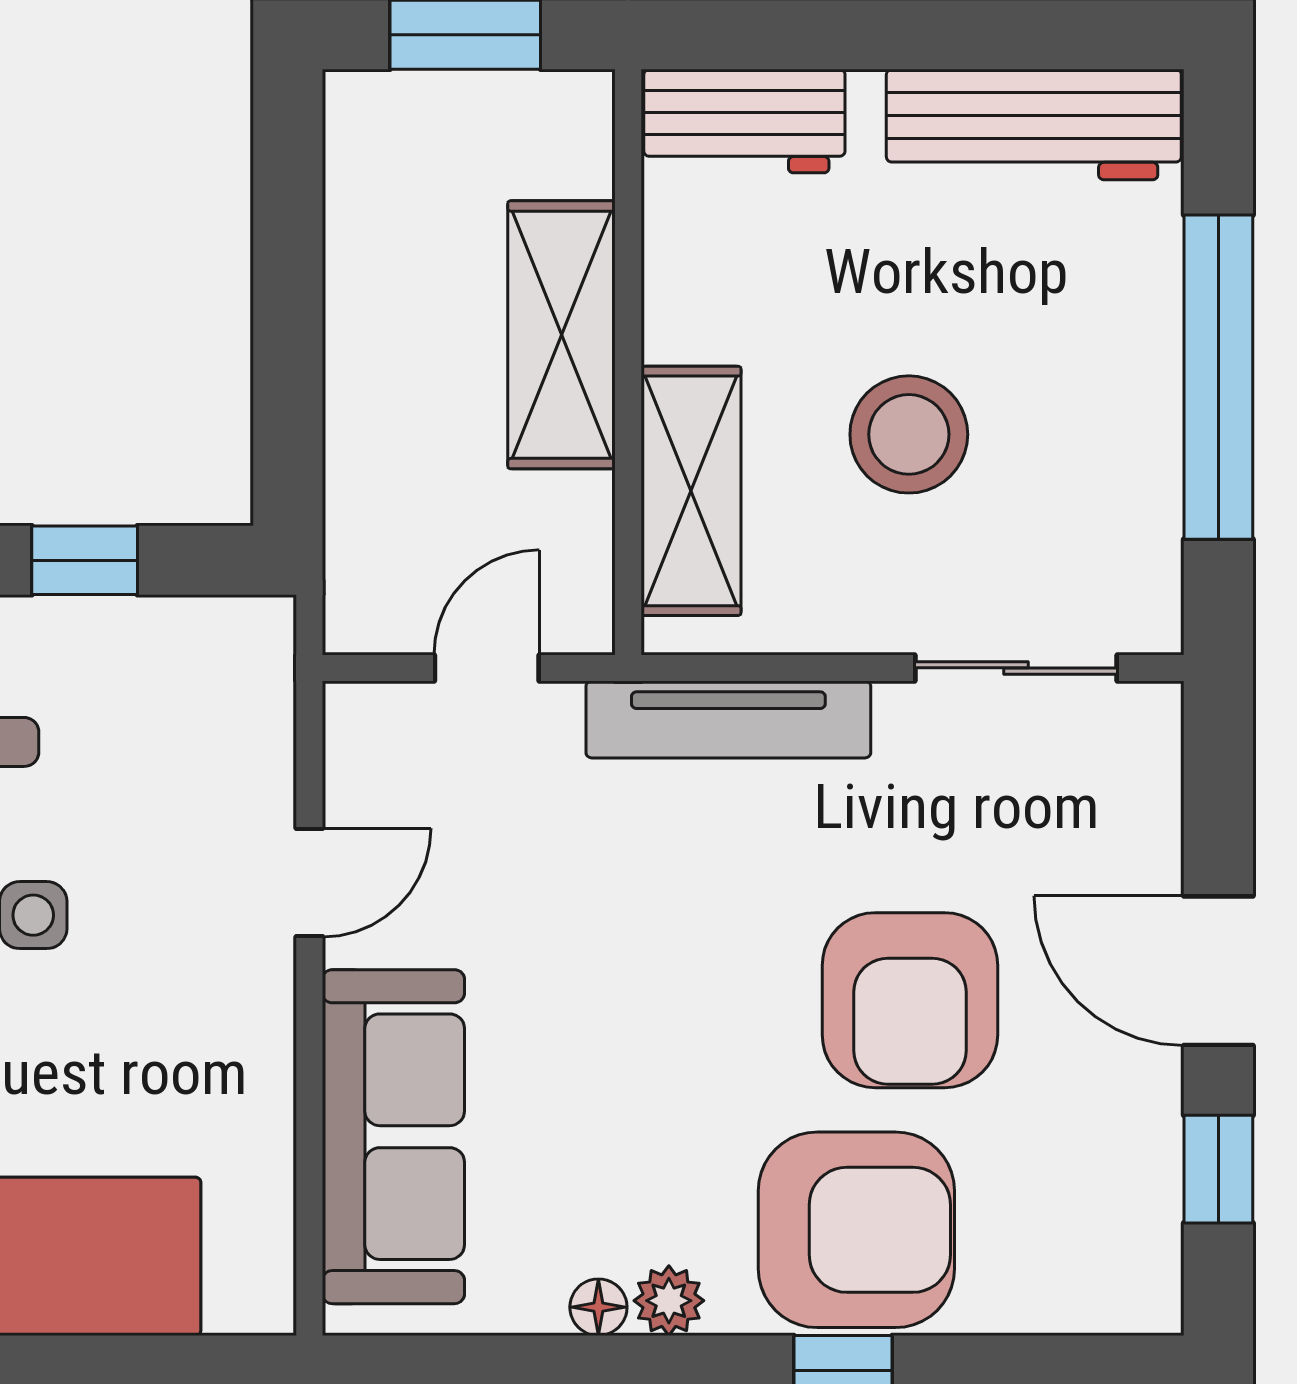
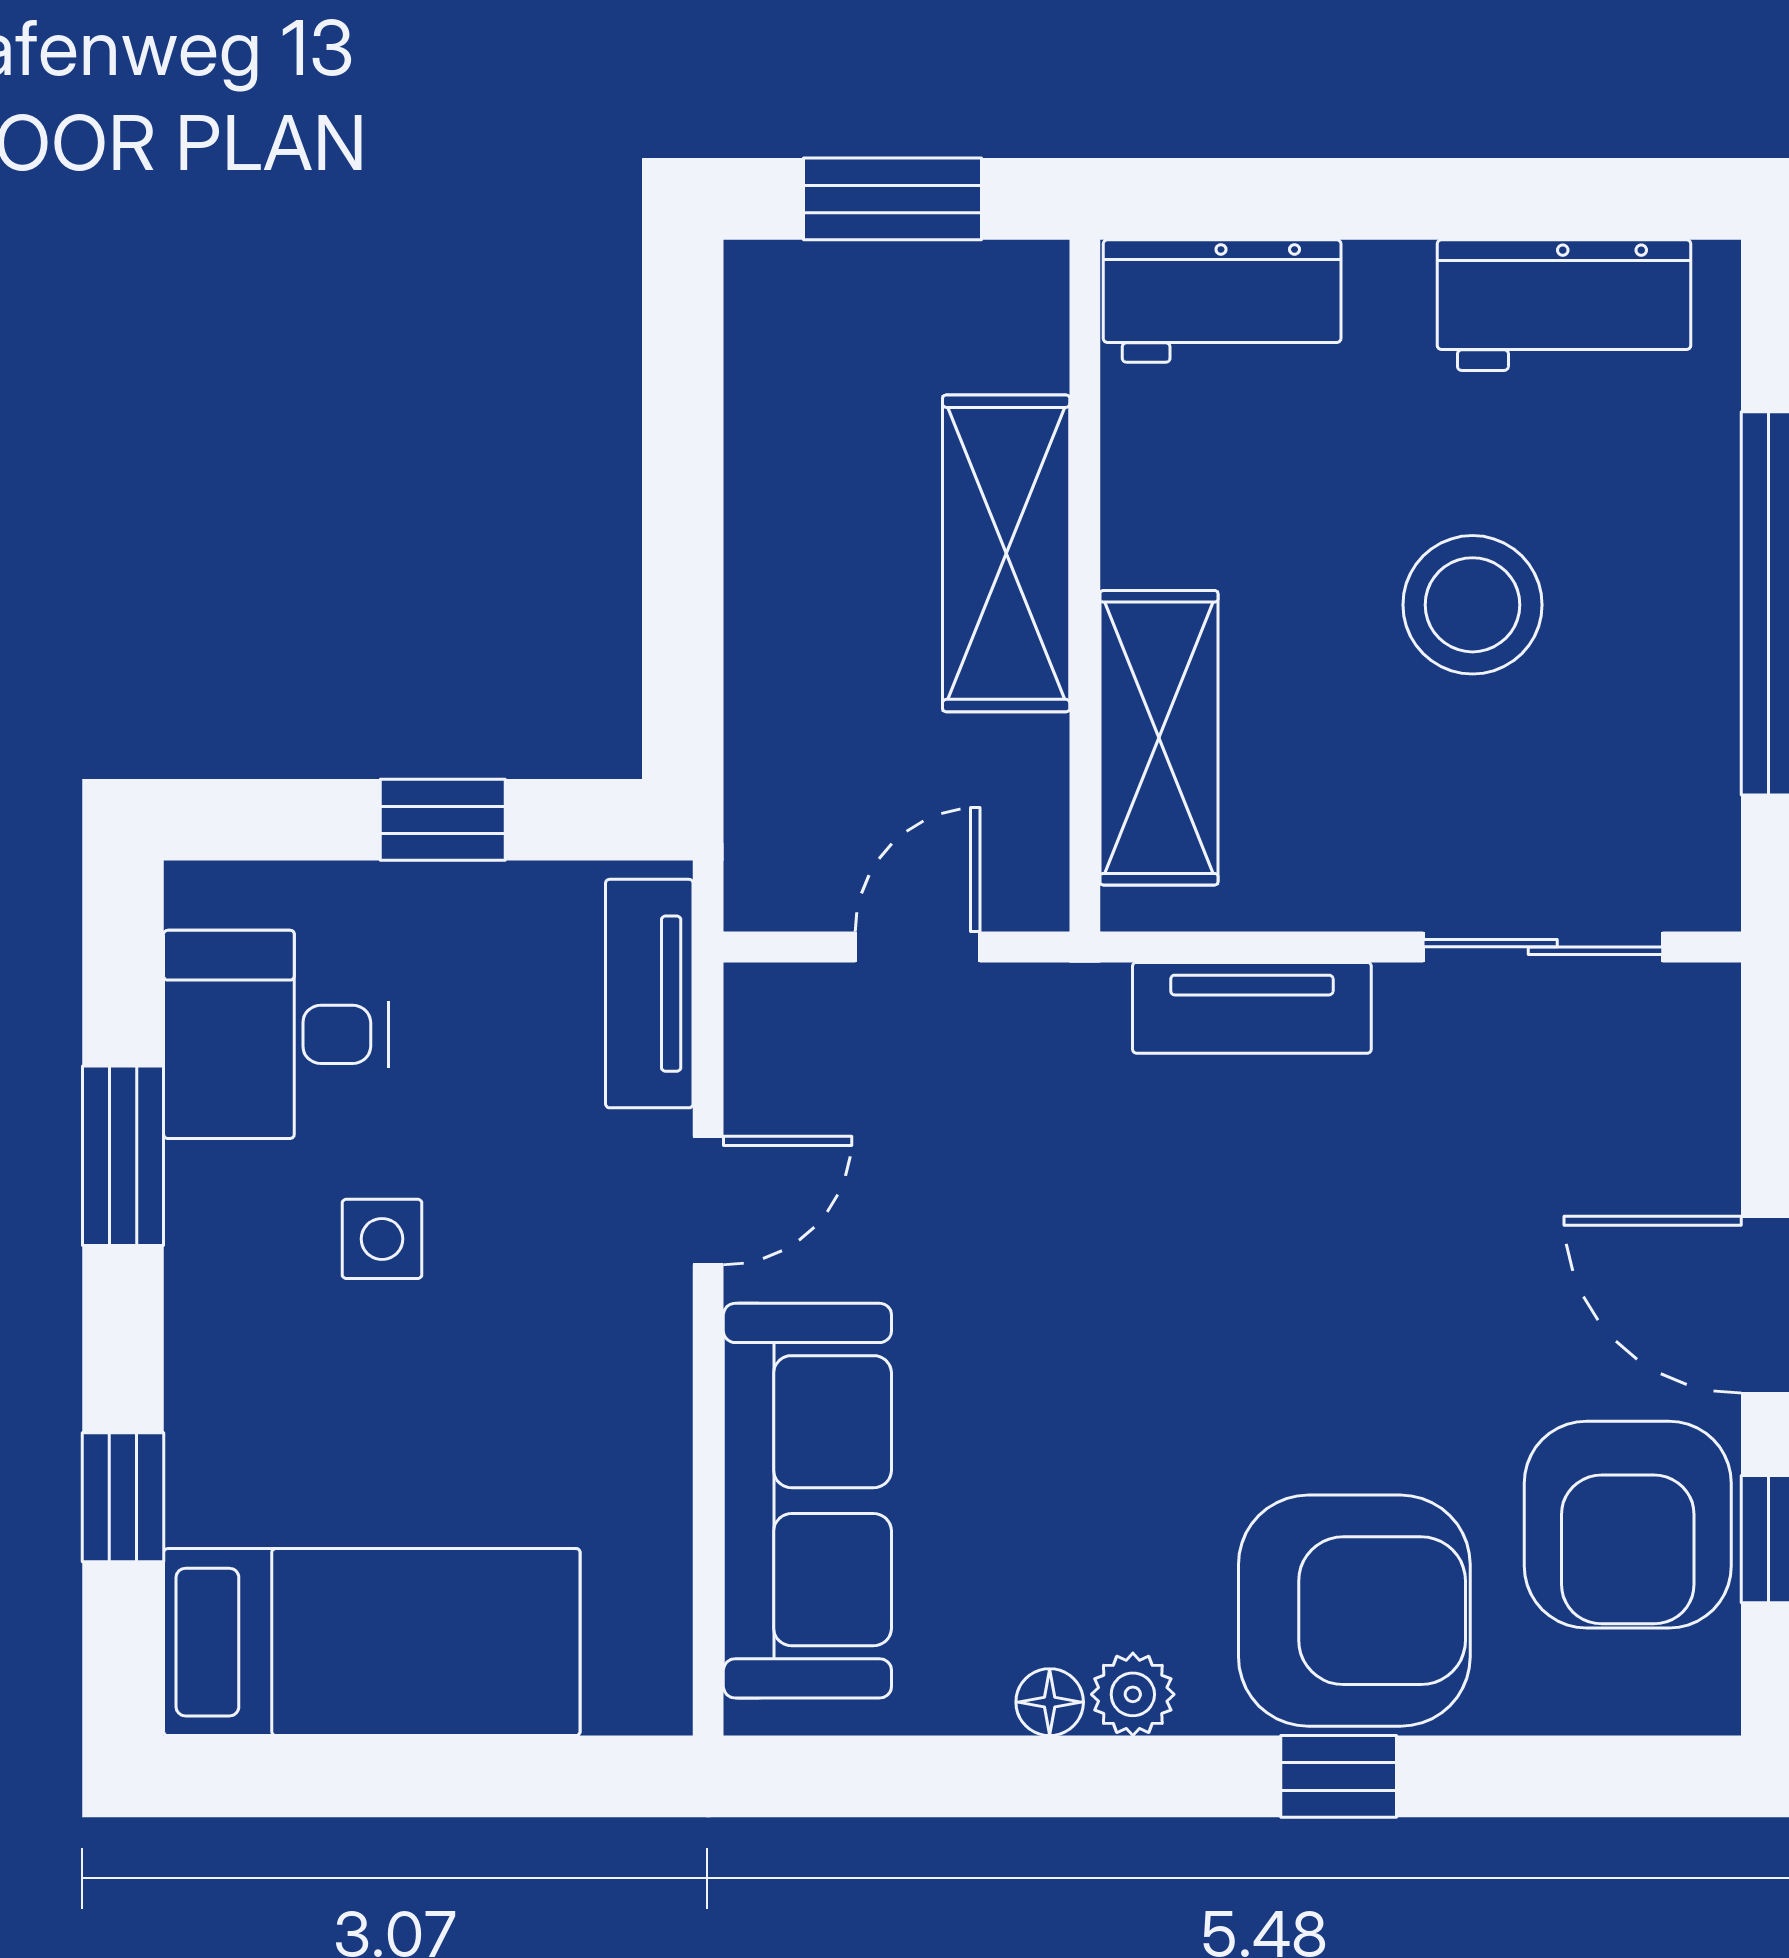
workbench: (1034, 125) -> (1564, 305), width x0.73
stool: (909, 434) -> (1472, 605), moved
tv unit: (260, 707) -> (649, 994), added
tv unit: (728, 719) -> (1252, 1008), width x0.71
armchair: (910, 1000) -> (1628, 1525), moved

